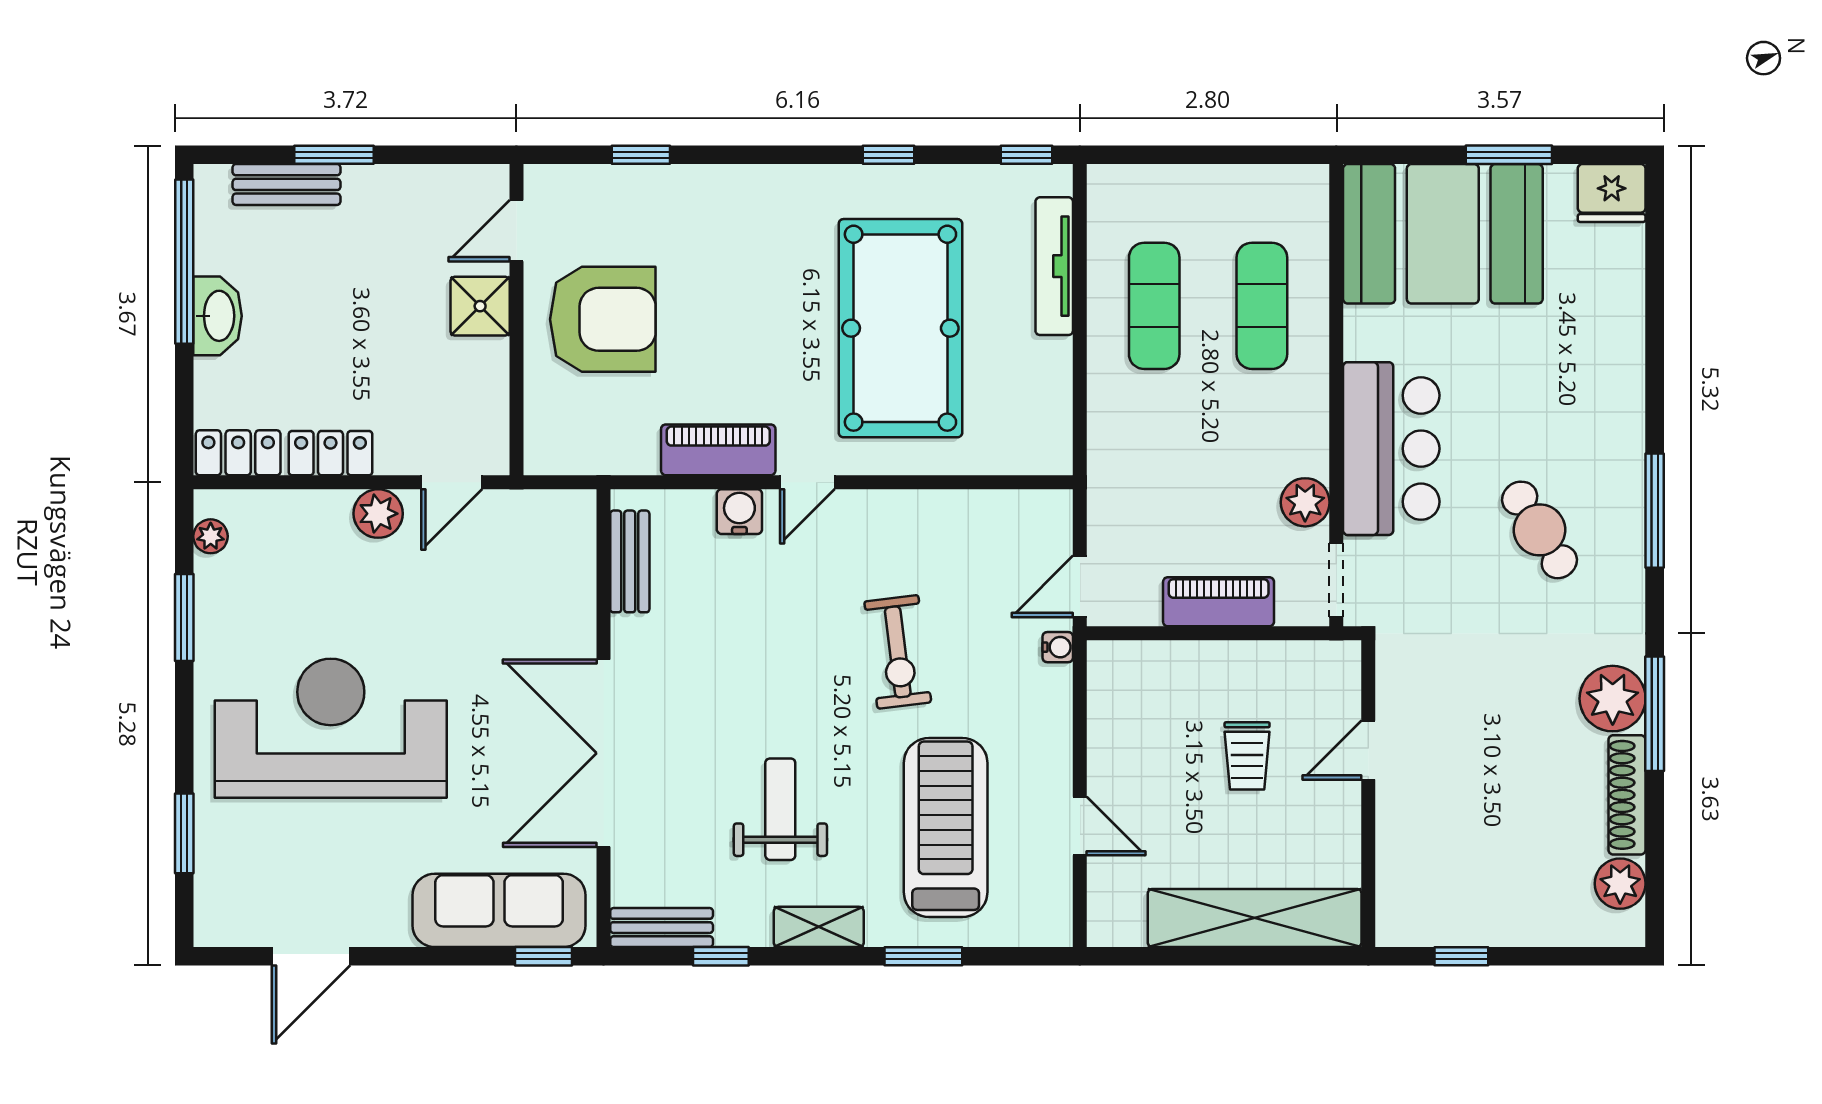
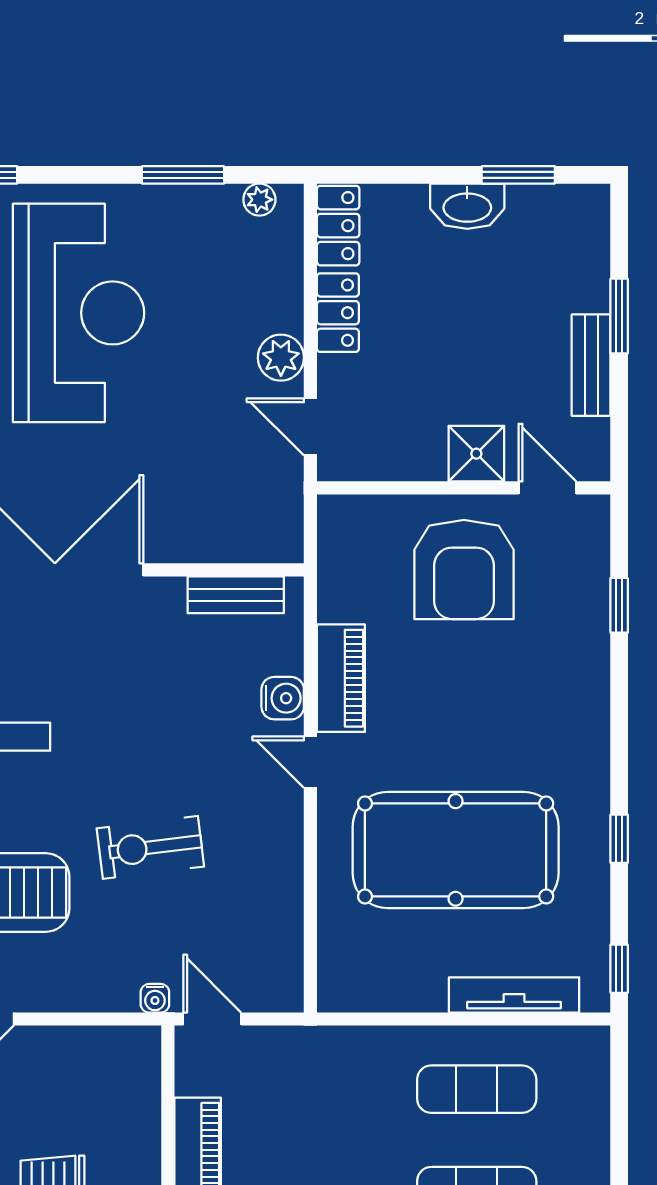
bench: (287, 184) -> (591, 365), moved
window: (184, 262) -> (518, 175), width x0.47

